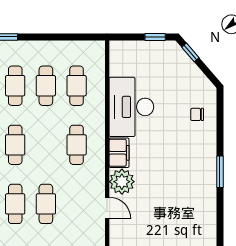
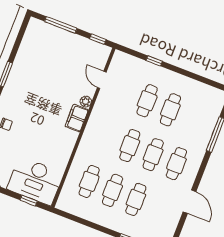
window: (155, 37) -> (29, 201), moved
desk: (131, 107) -> (35, 181), moved, turned 90
cafe table: (77, 145) -> (130, 146), moved
plant: (122, 182) -> (86, 102), width x0.53, depth x0.53

